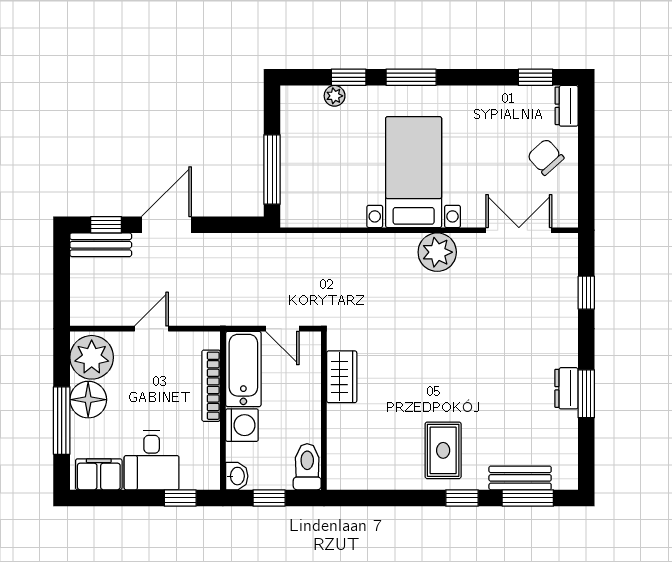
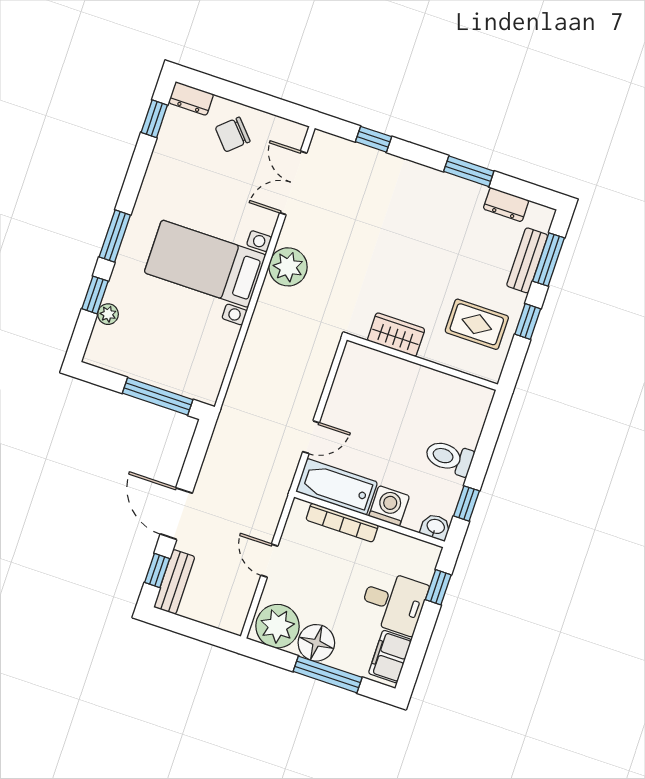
wardrobe: (342, 377) -> (396, 335), moved
dresser: (566, 388) -> (506, 205), moved
wall: (324, 411) -> (422, 362), moved

